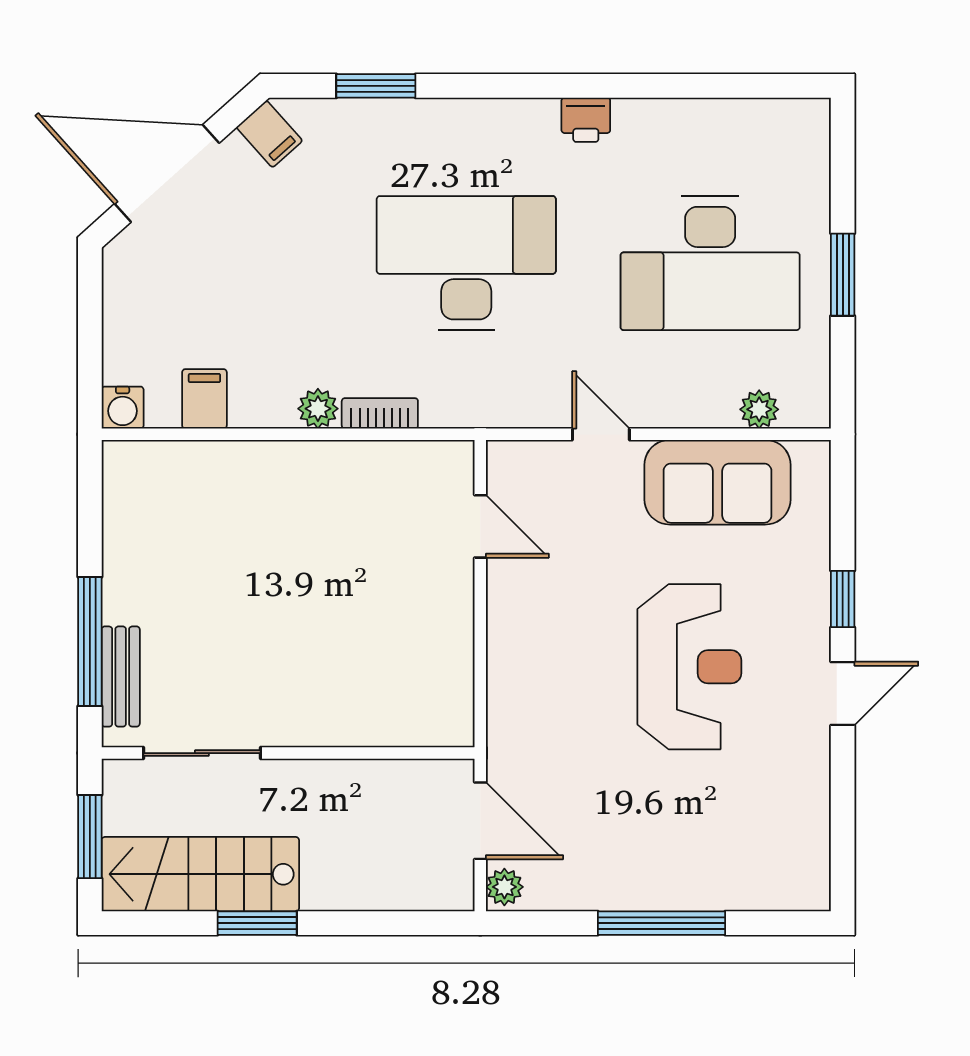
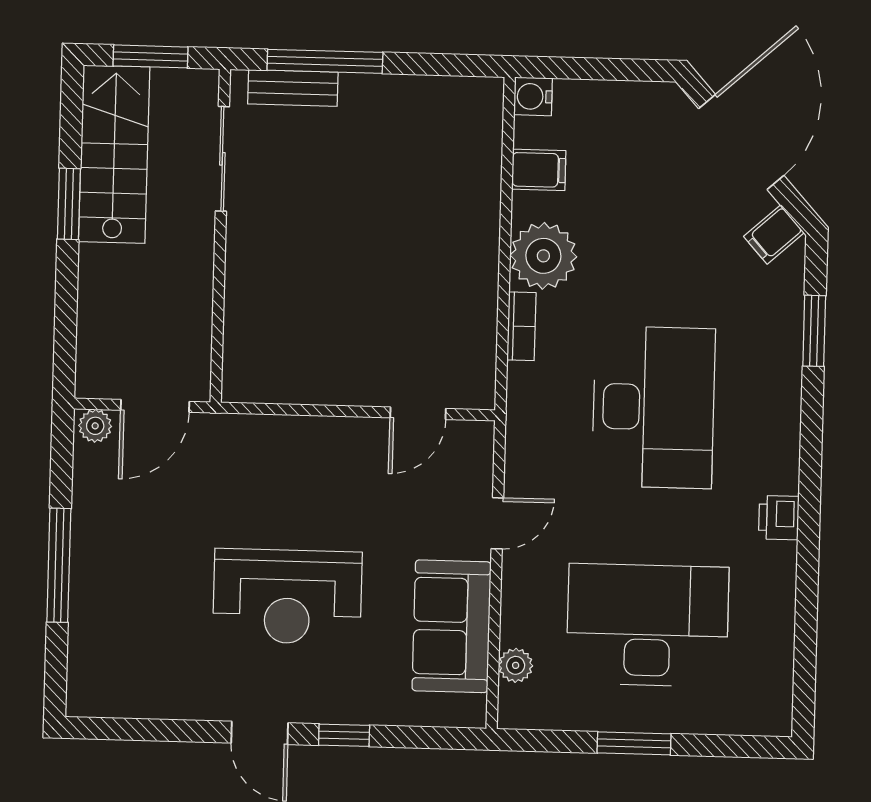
desk: (710, 263) -> (648, 625), turned 90
plant: (318, 409) -> (543, 256), width x1.87, depth x1.87

